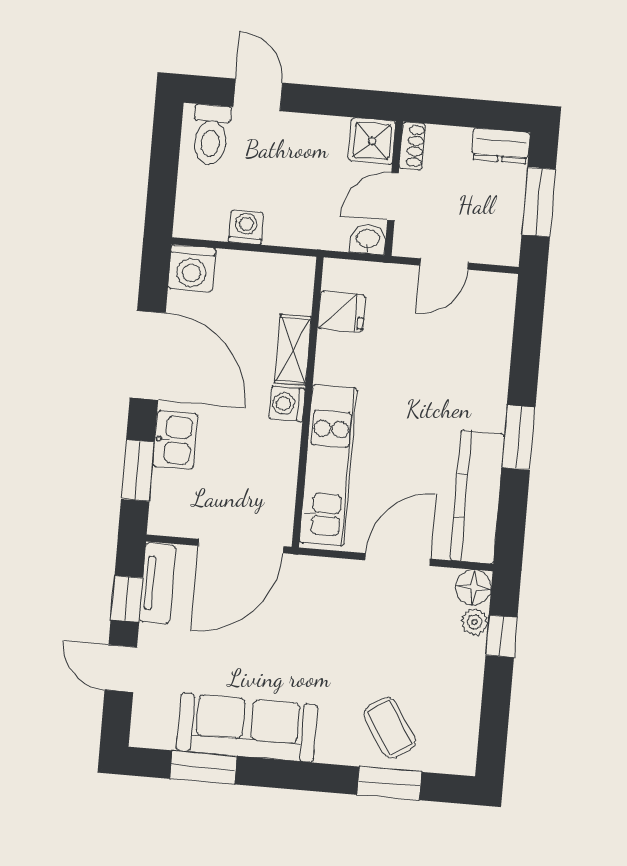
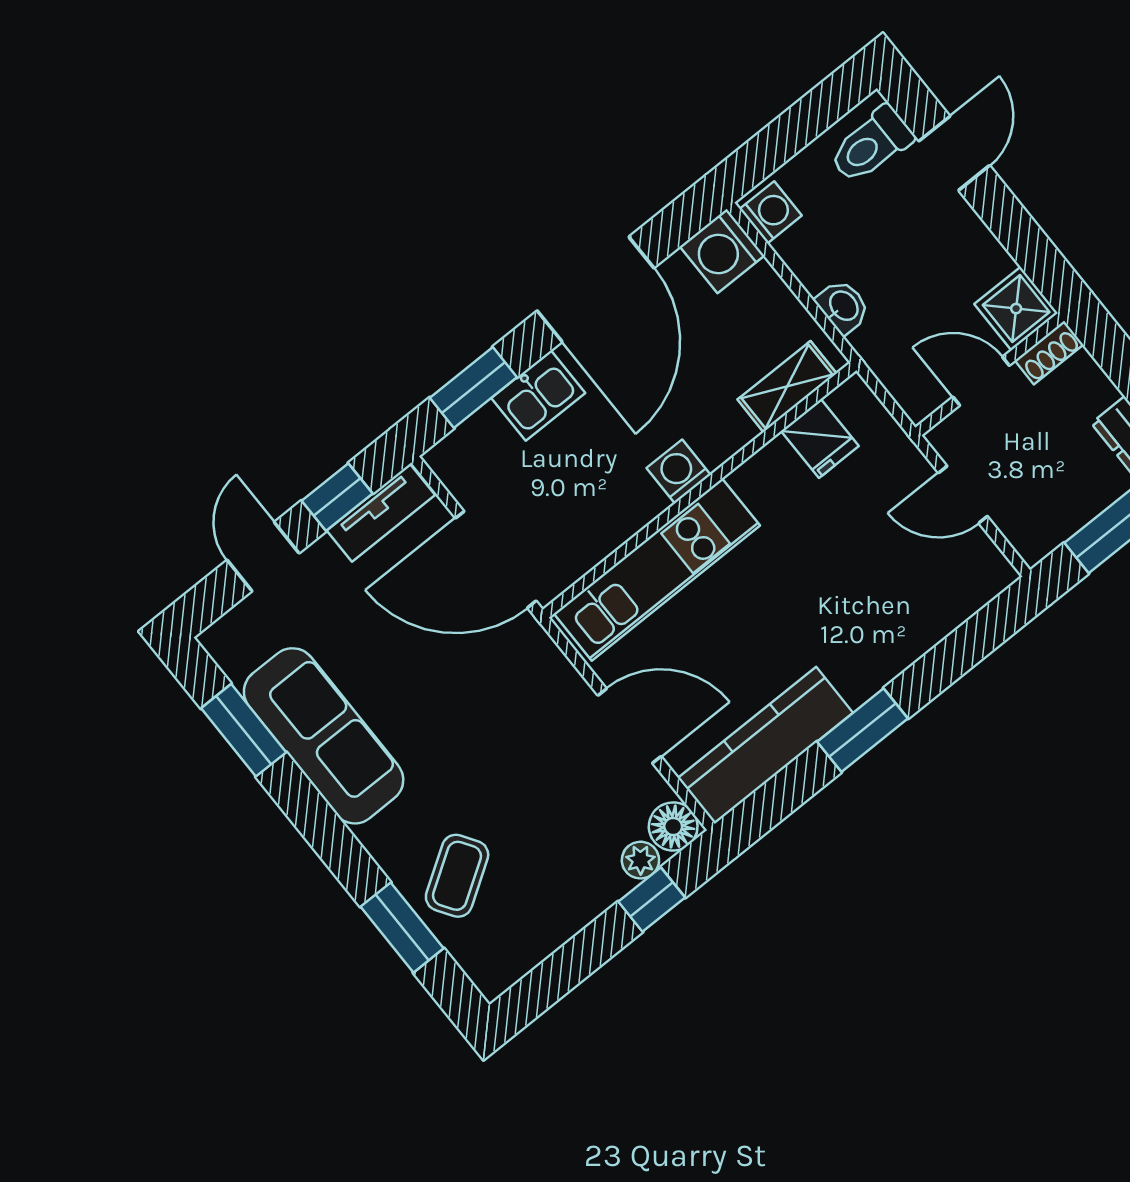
washing machine: (246, 227) -> (771, 212), moved
washbasin: (368, 239) -> (843, 306), moved
shelving: (293, 350) -> (787, 387), moved

